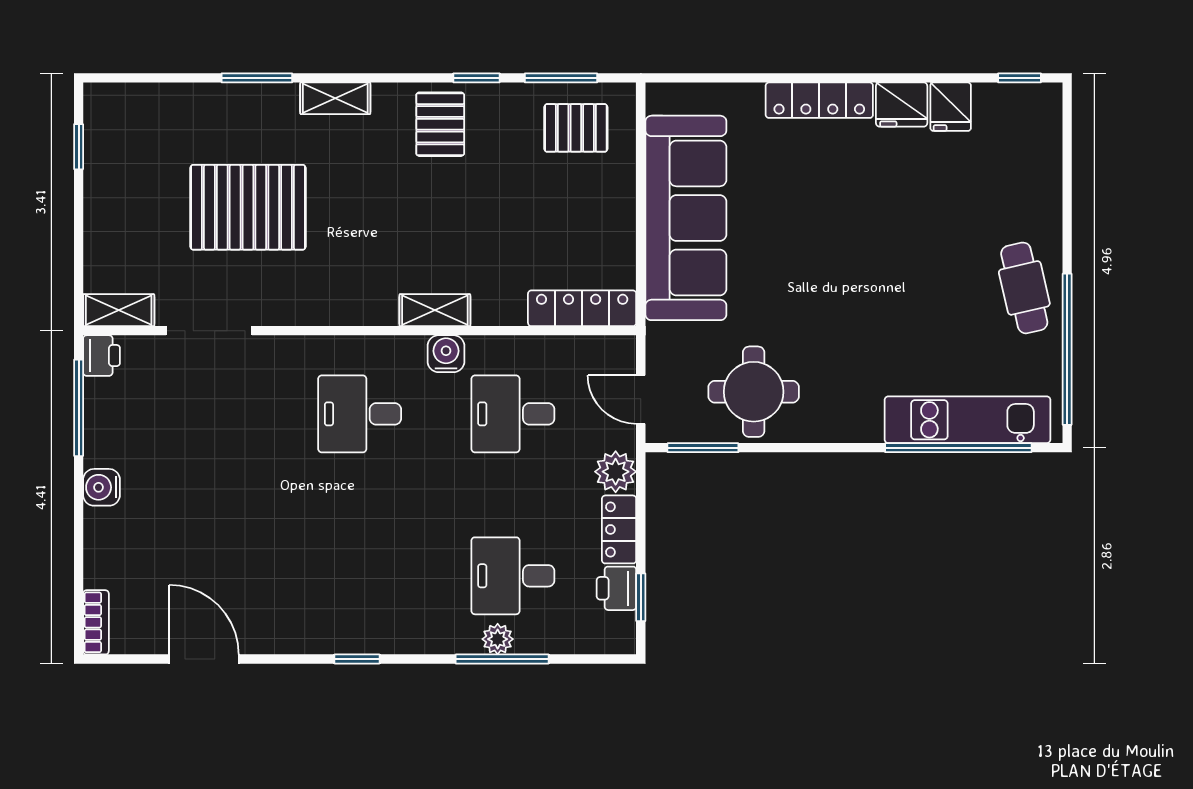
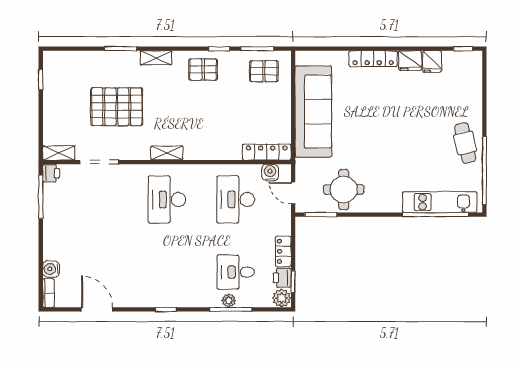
pallet: (440, 124) -> (203, 69), turned 90
shelving: (435, 310) -> (167, 153), moved
water cooler: (446, 354) -> (270, 172), moved
desk: (360, 414) -> (167, 199), width x1.37
desk: (513, 414) -> (236, 199), width x1.37
plant: (616, 472) -> (282, 298), moved
water cooler: (101, 487) -> (51, 269), moved

